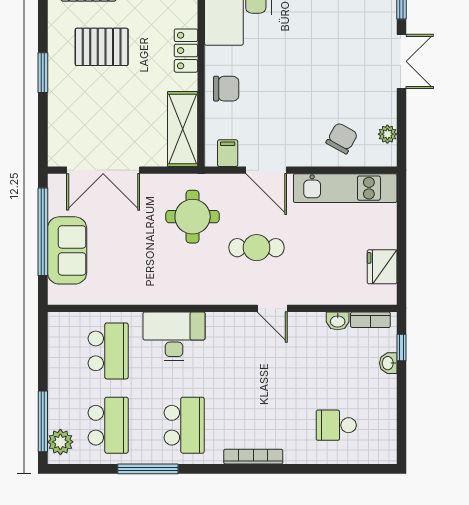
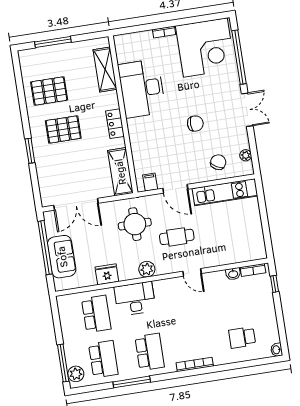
chair: (226, 89) -> (195, 124), moved
fridge: (382, 267) -> (107, 274), moved, turned 90
plant: (201, 292) -> (147, 269), added
washbasin: (388, 363) -> (277, 350), moved

